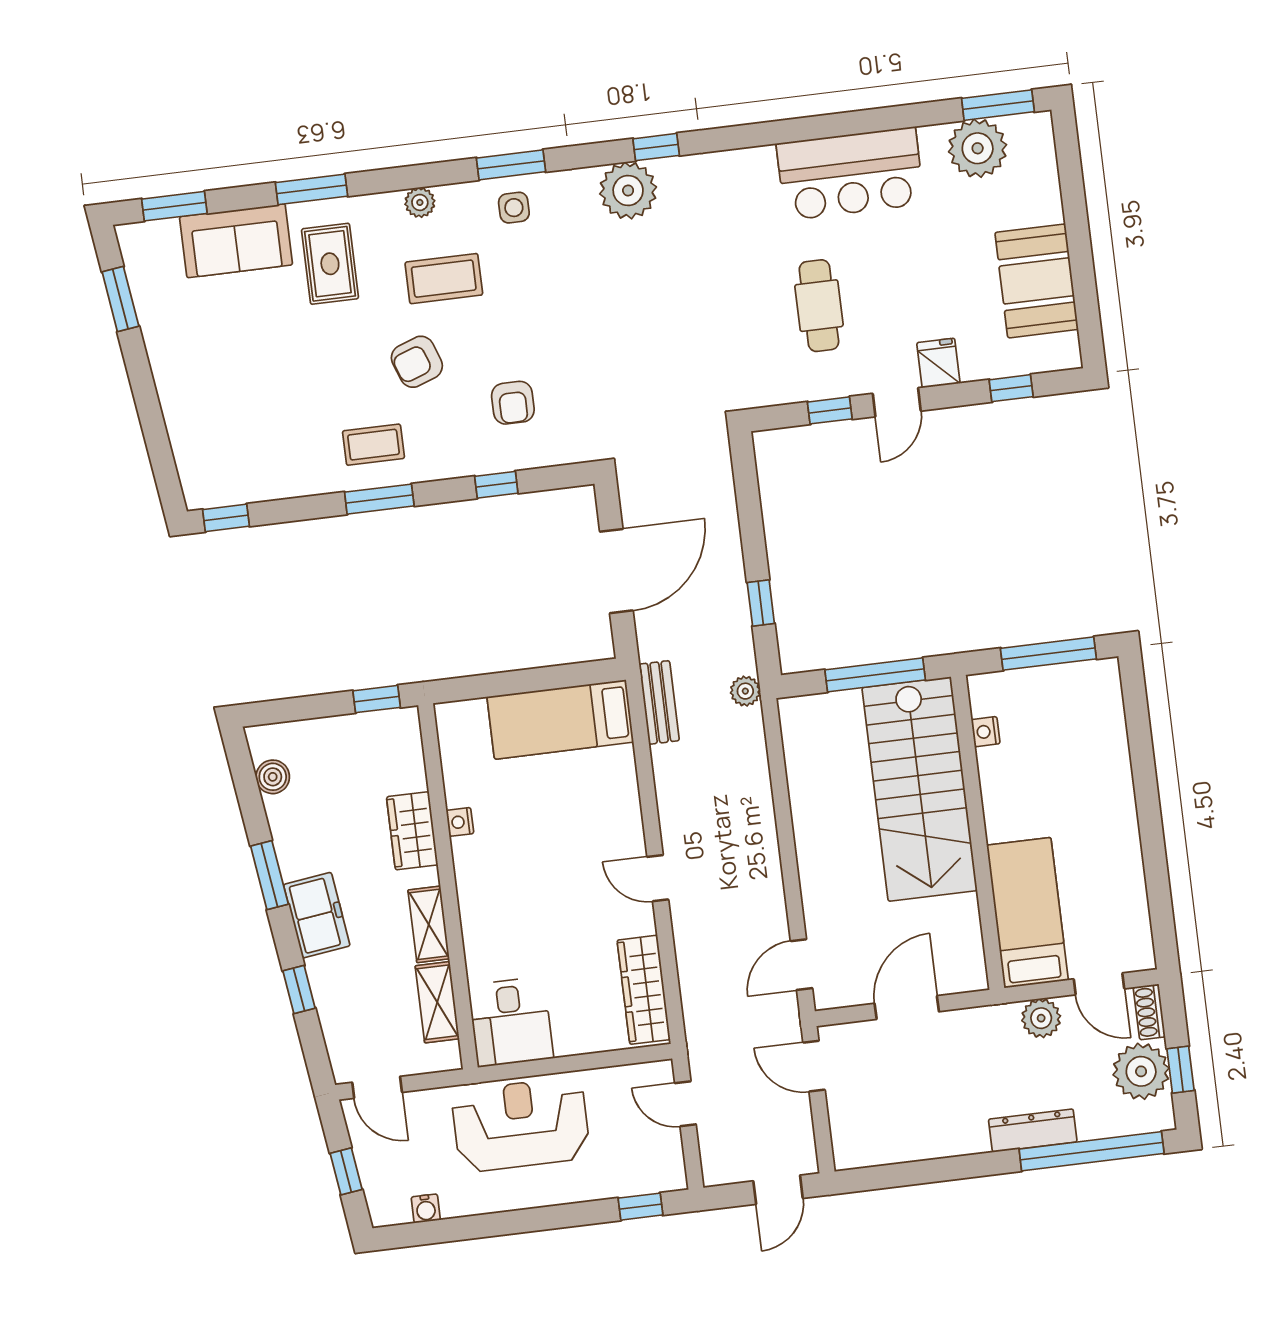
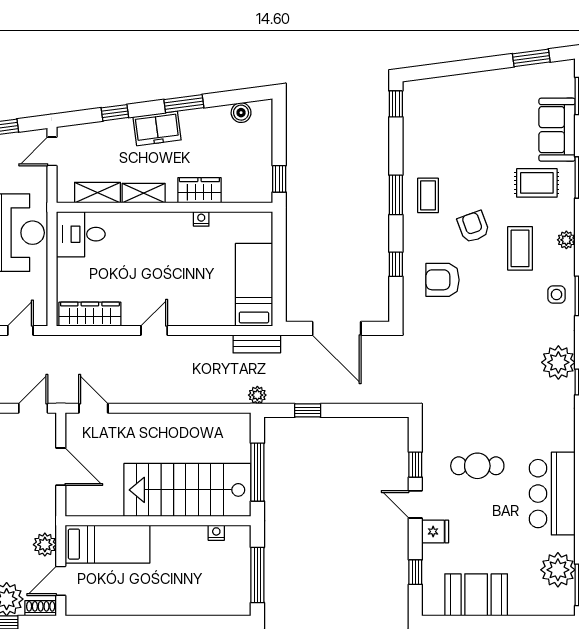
armchair: (513, 403) -> (443, 280), width x1.38, depth x1.38

